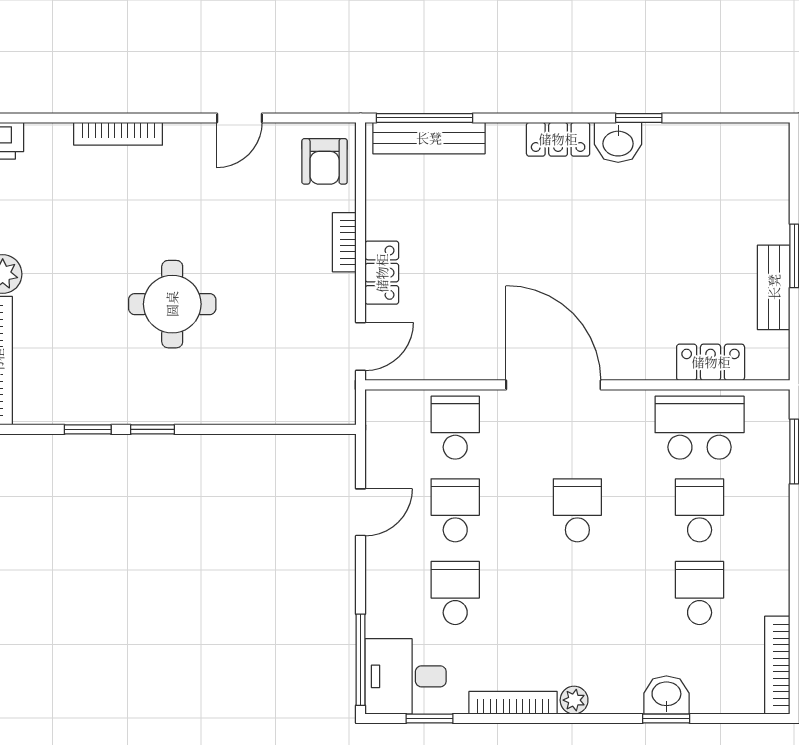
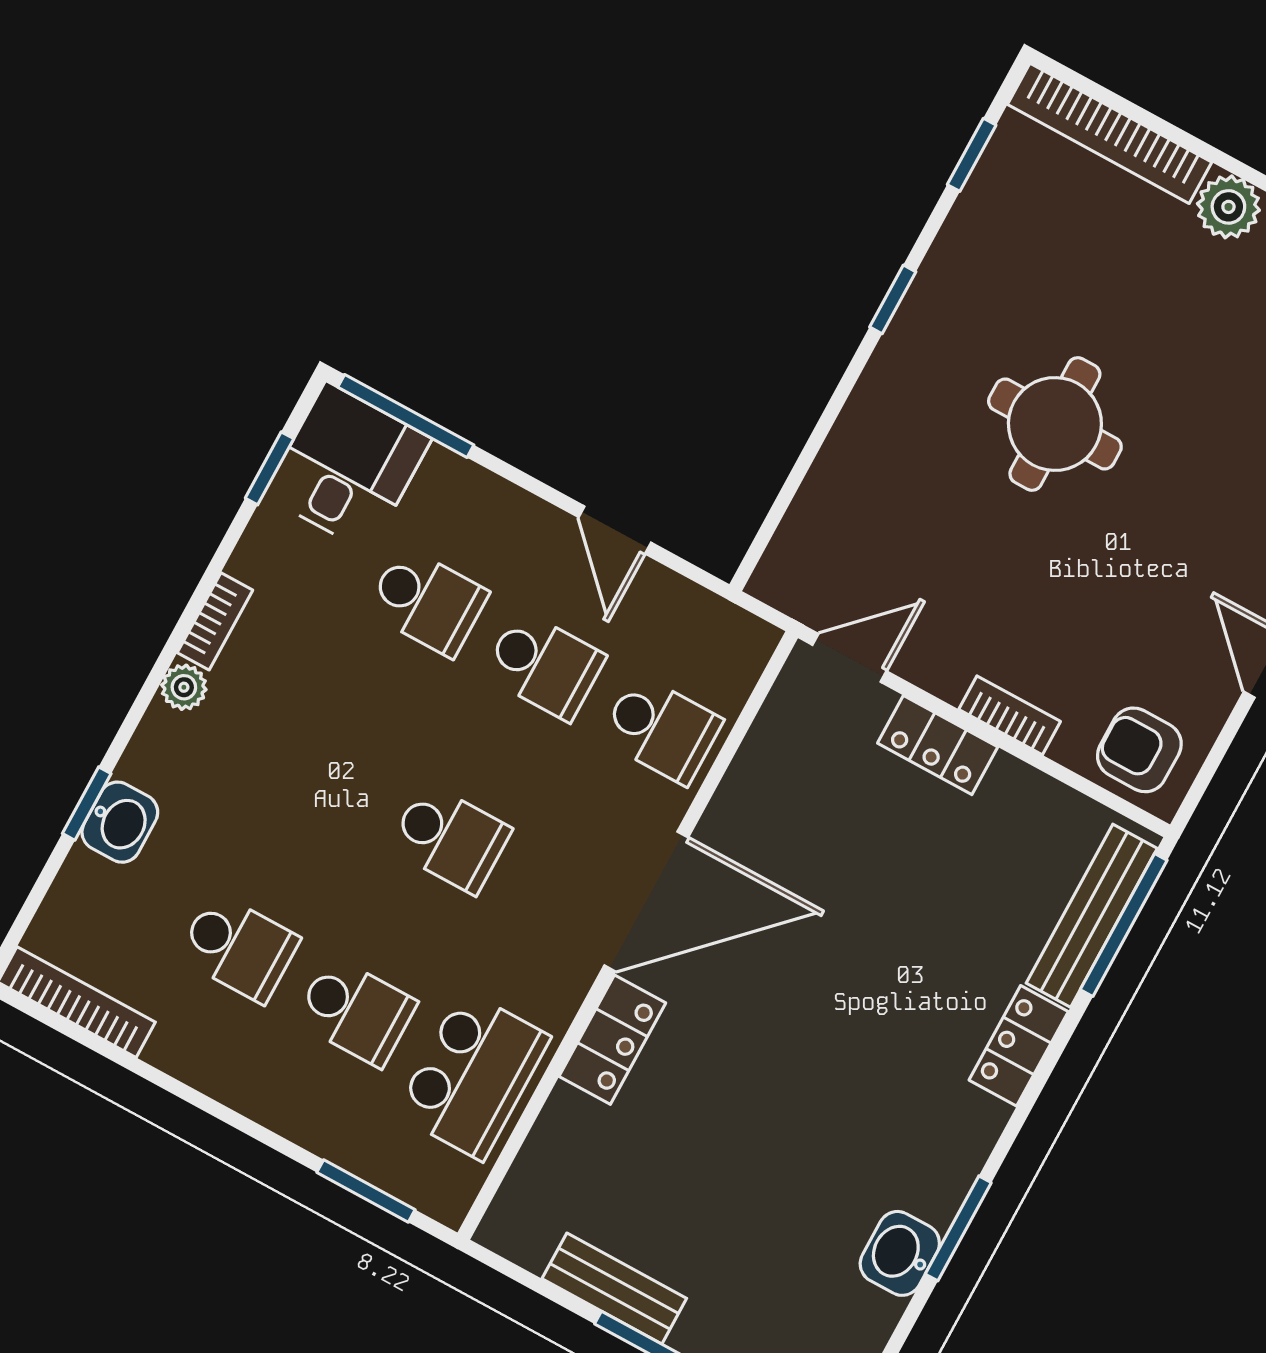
window: (639, 118) -> (958, 1228), width x1.50
locker: (558, 139) -> (1019, 1046), moved
washbasin: (618, 142) -> (900, 1253), moved
door: (361, 346) -> (849, 658), swing flipped
locker: (711, 362) -> (612, 1040), moved
window: (88, 429) -> (972, 155), moved
bookcase: (513, 703) -> (215, 621), width x0.64

